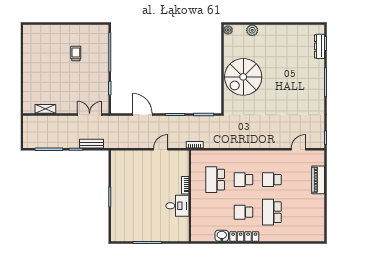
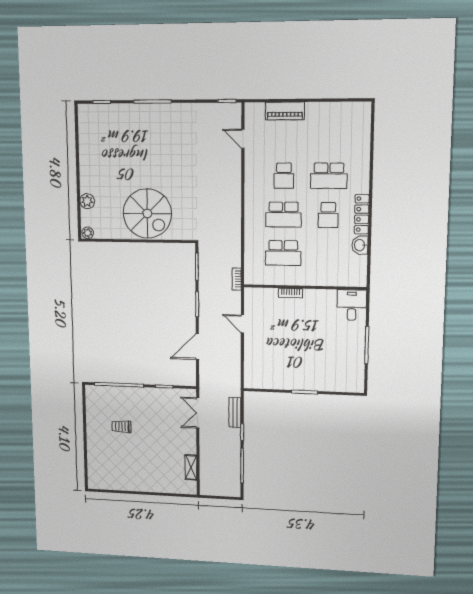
dresser: (319, 46) -> (106, 110), removed
school desk: (243, 180) -> (284, 215), width x1.85
desk: (177, 206) -> (352, 305), moved

